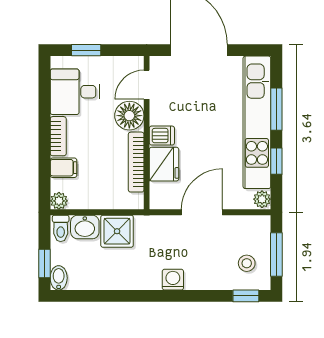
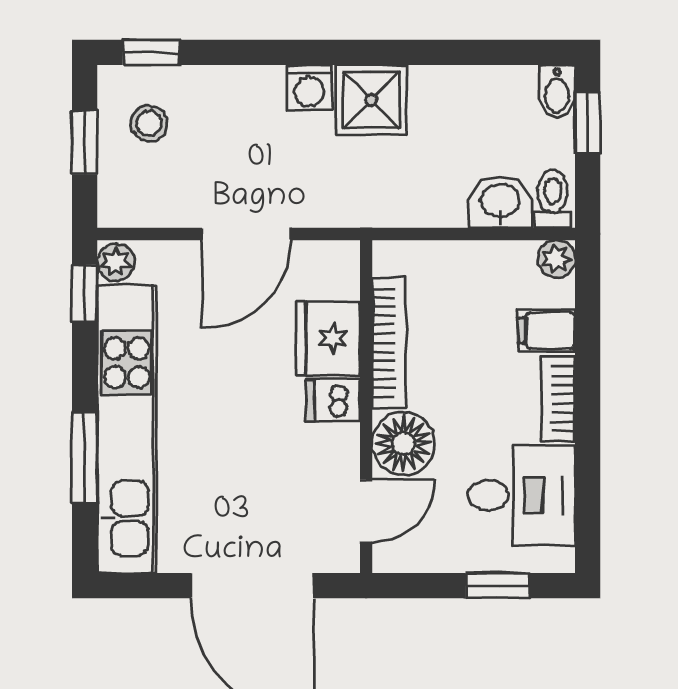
window: (276, 161) -> (85, 293), moved
shower: (117, 231) -> (371, 100), moved
window: (276, 254) -> (85, 142), width x0.67

